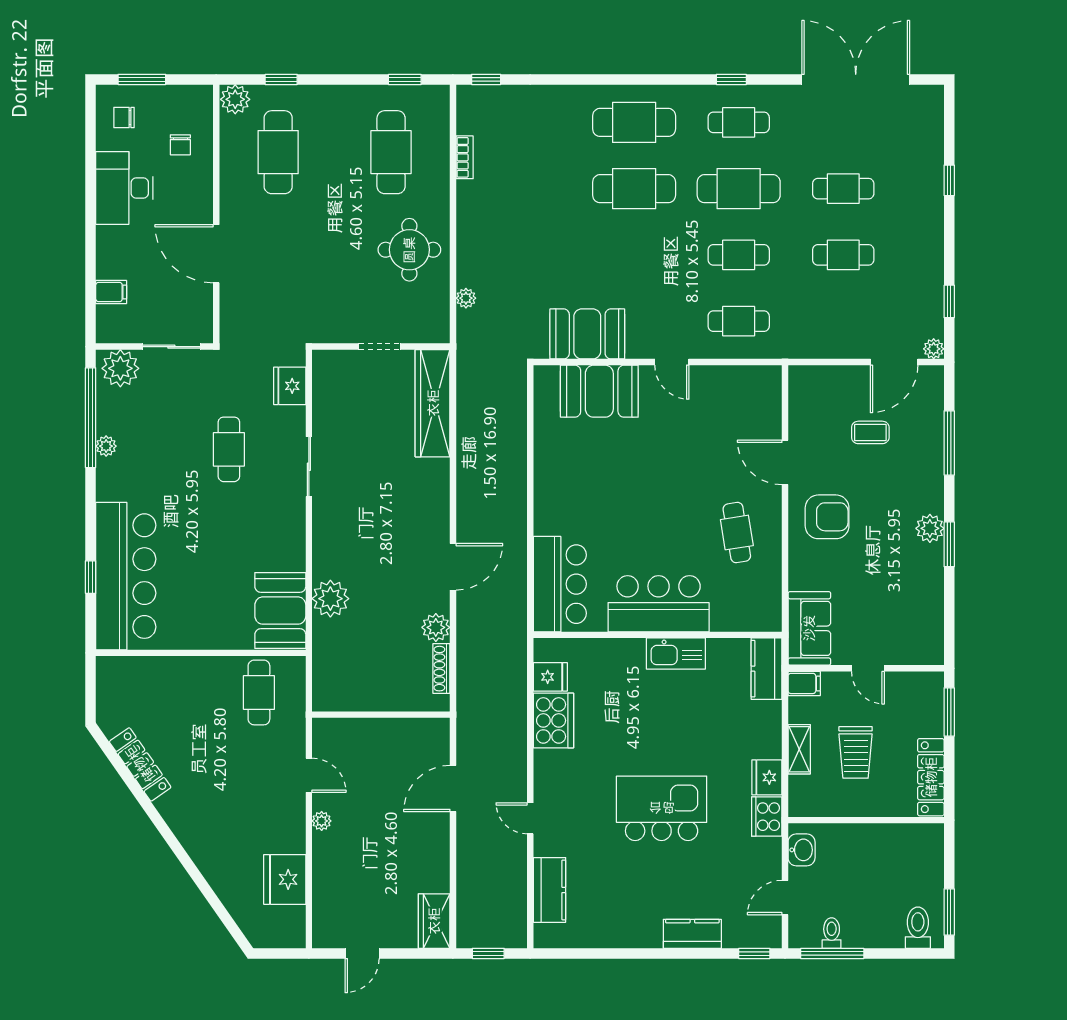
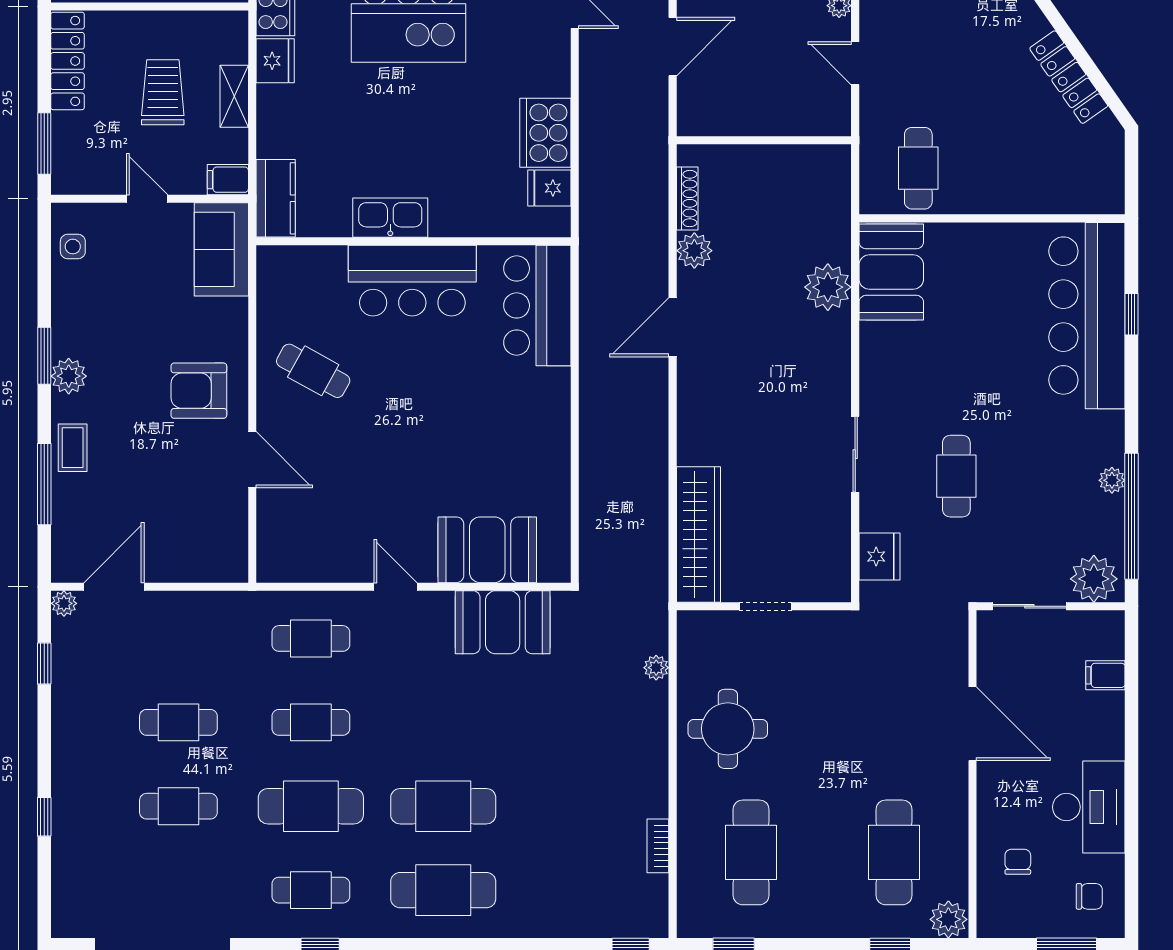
coffee table: (870, 432) -> (73, 448), moved, turned 90
cafe table: (737, 533) -> (313, 371), turned -52
side table: (927, 631) -> (73, 247), added

